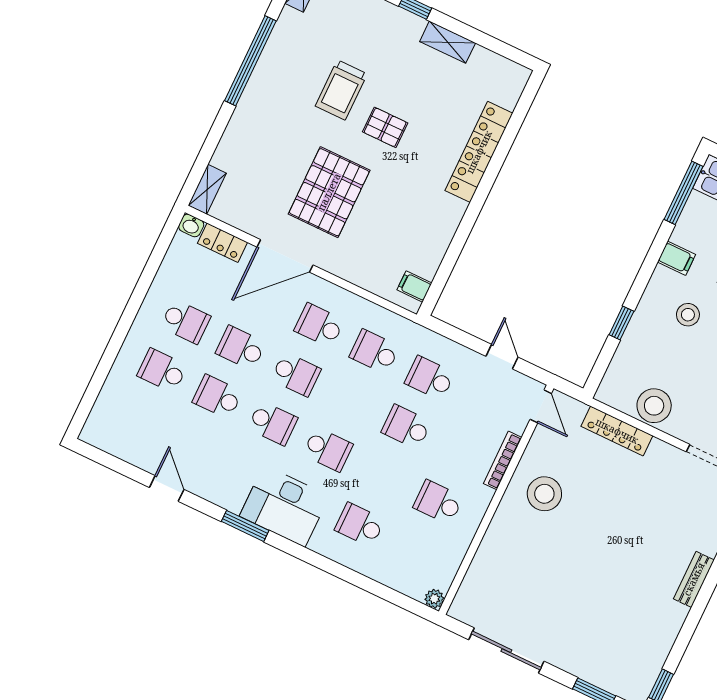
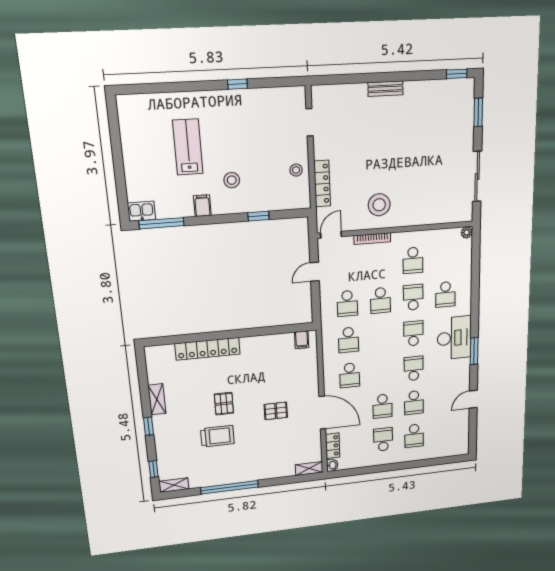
pallet: (329, 192) -> (276, 411), width x0.49, depth x0.50
school desk: (296, 374) -> (413, 297), moved
stool: (654, 406) -> (296, 170), width x0.53, depth x0.53

